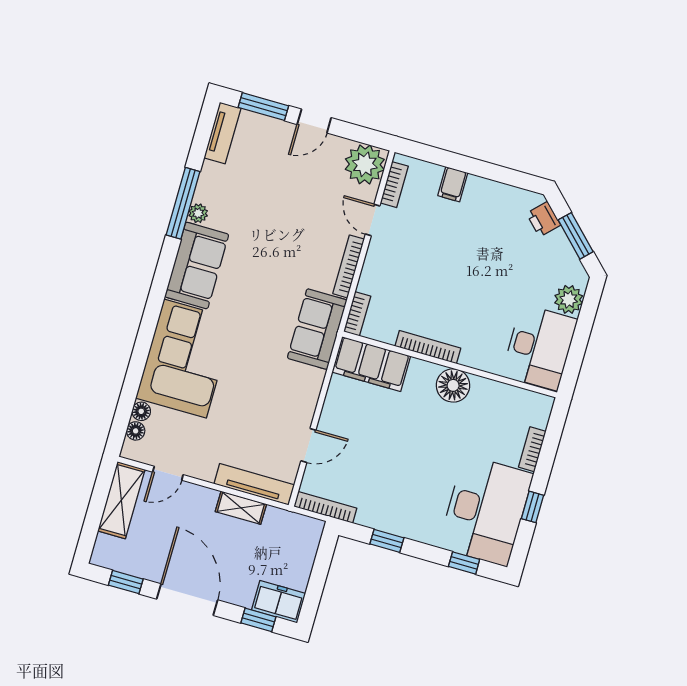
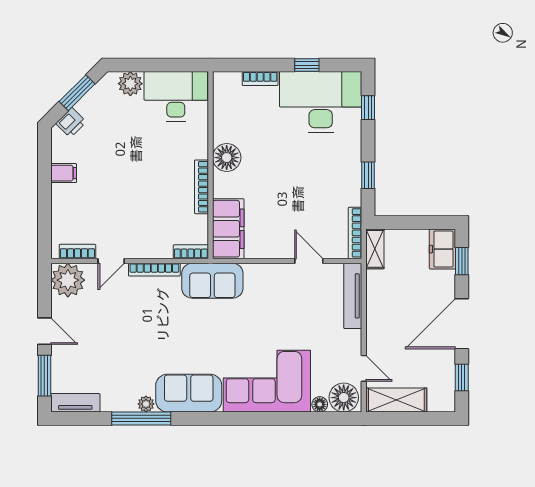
filing cabinet: (453, 184) -> (64, 173), moved
floor lamp: (136, 431) -> (344, 398), width x1.89, depth x1.89
shelving: (241, 508) -> (375, 249), moved

